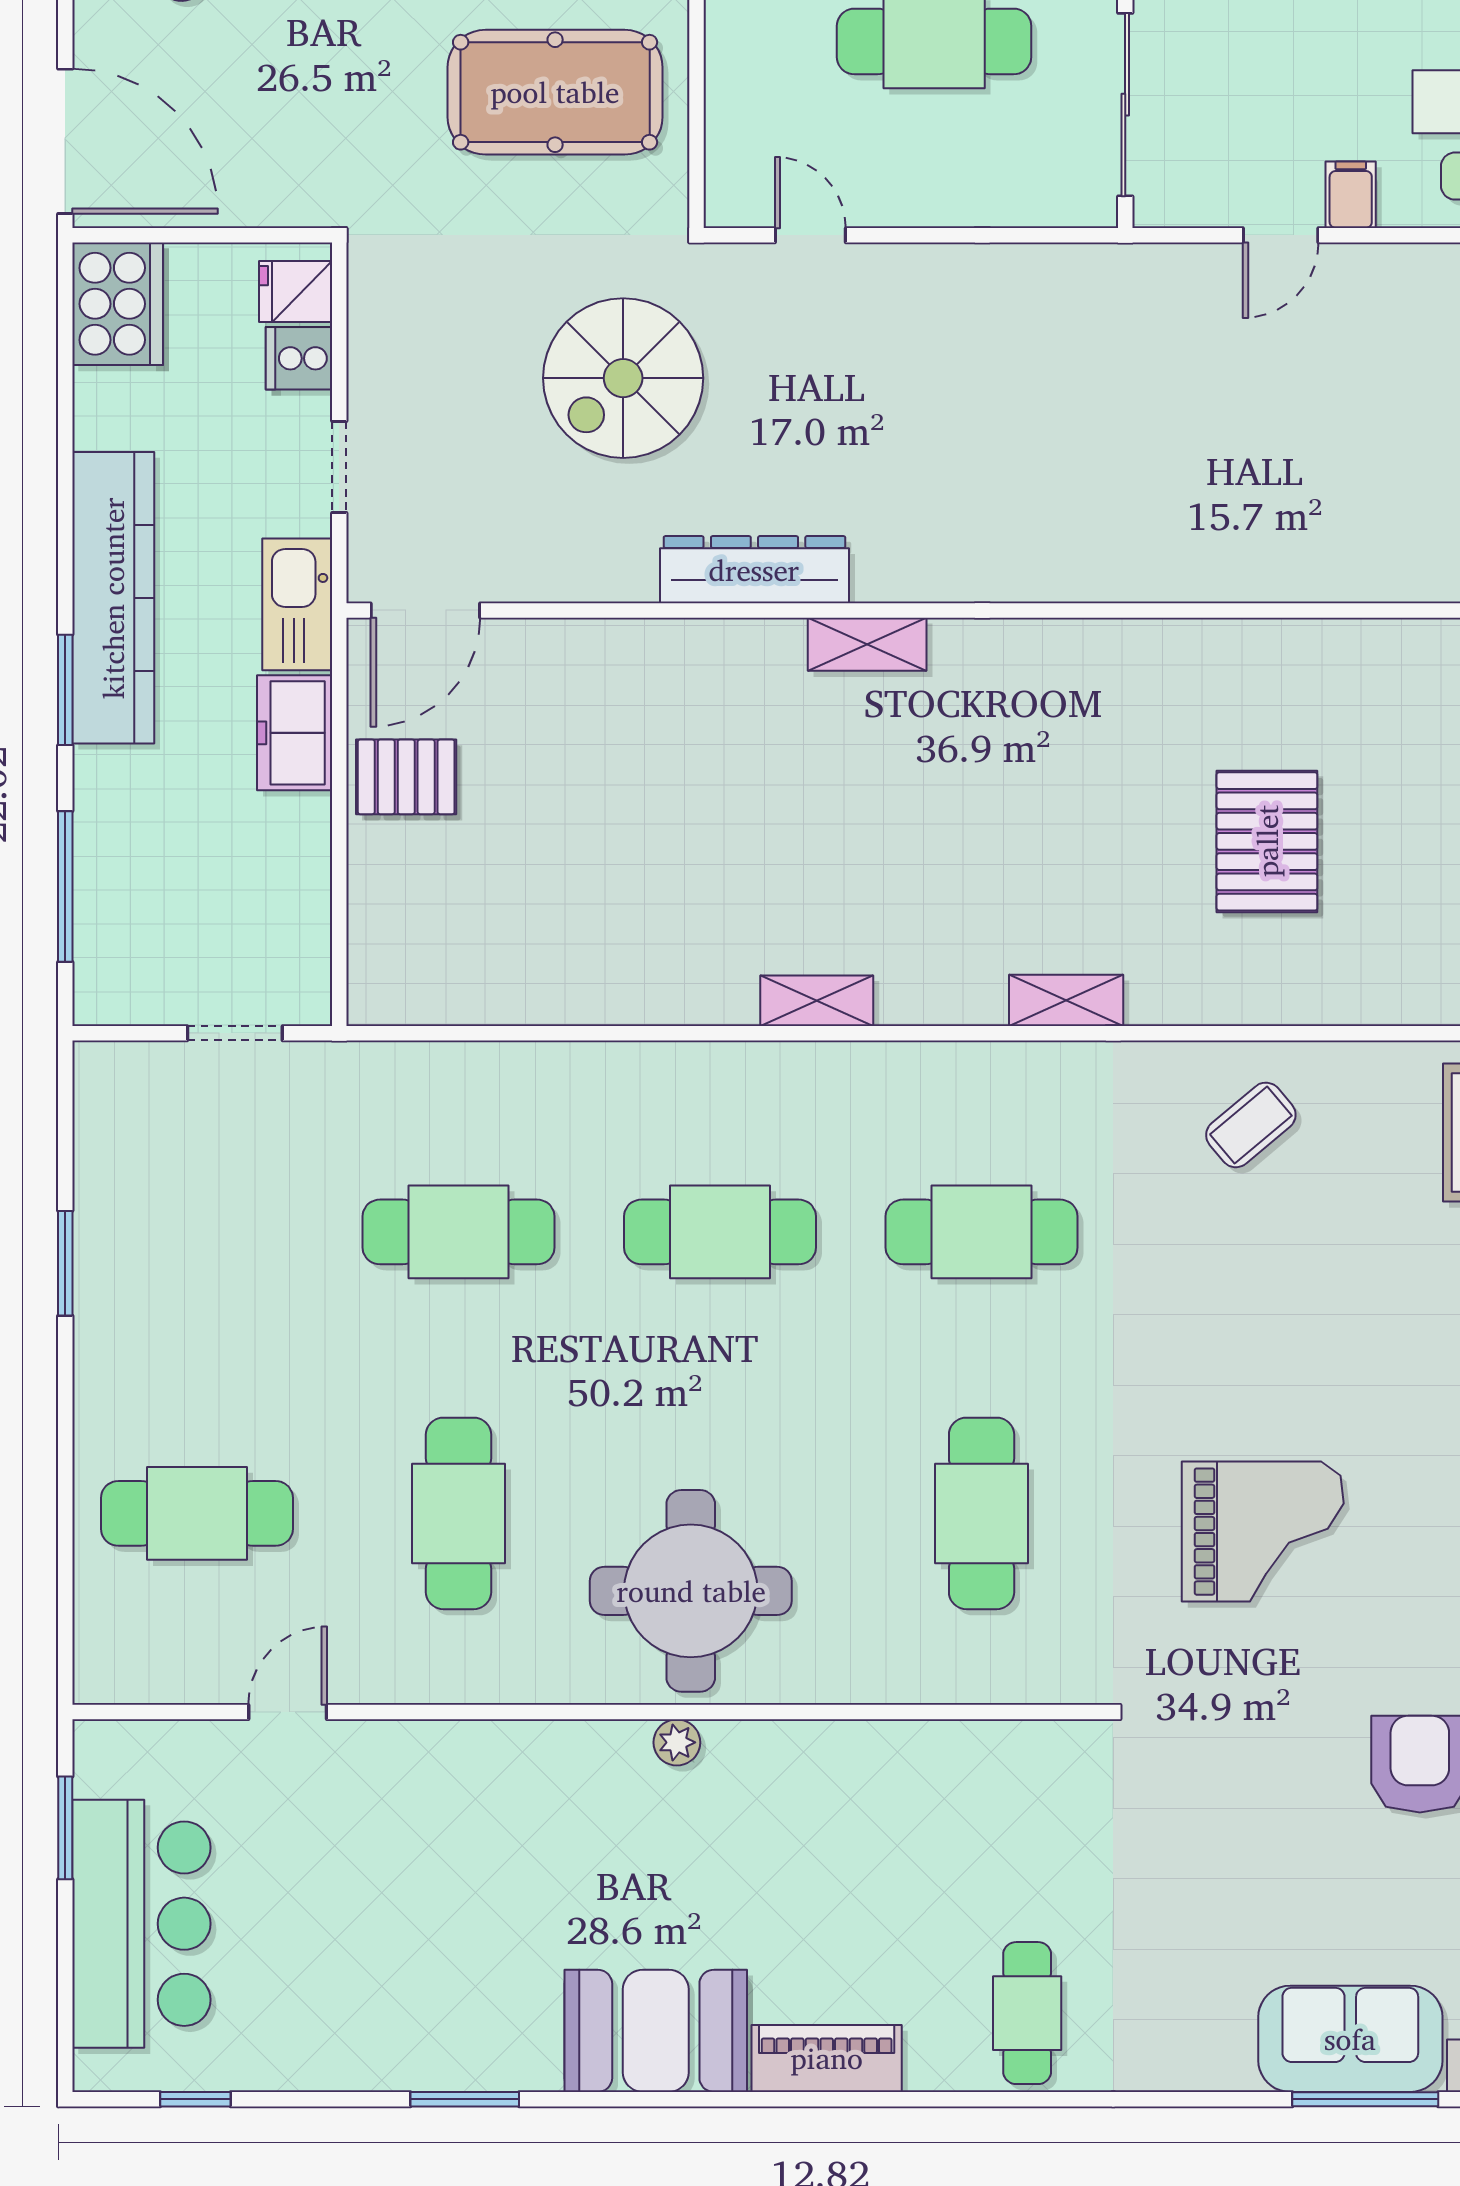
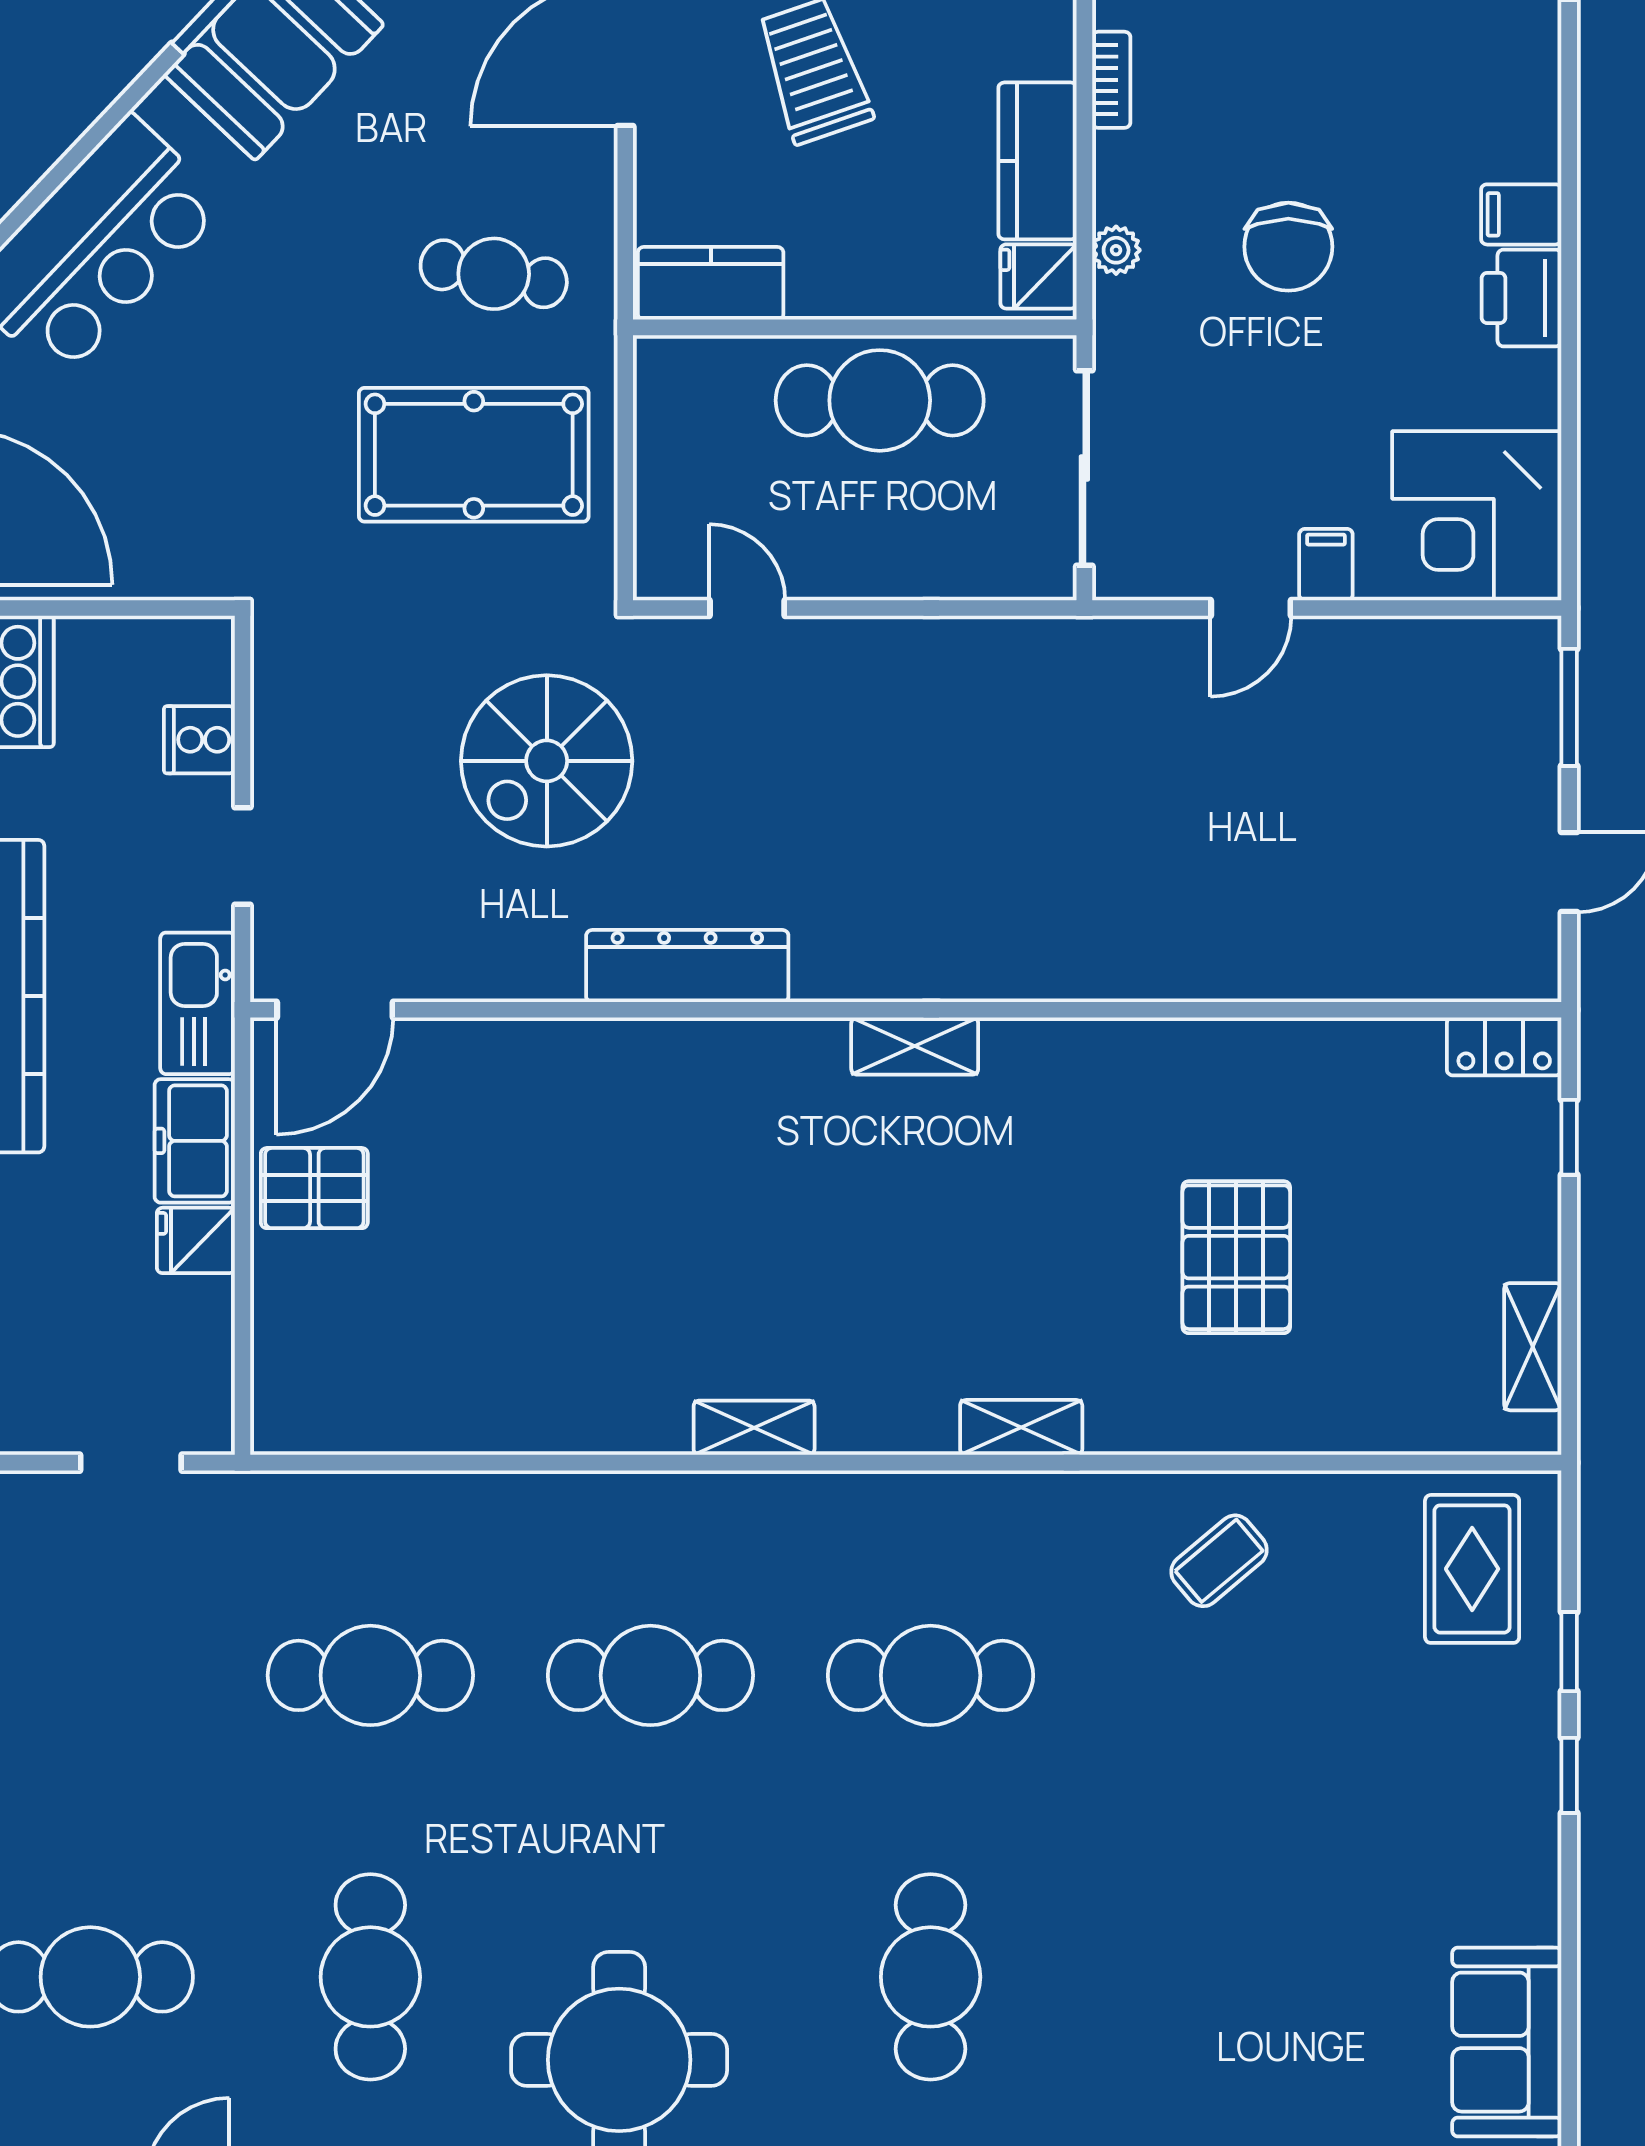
fridge: (296, 292) -> (196, 1240), moved
shelving: (867, 644) -> (915, 1046), moved
grand piano: (1263, 1532) -> (1232, 1996), removed

